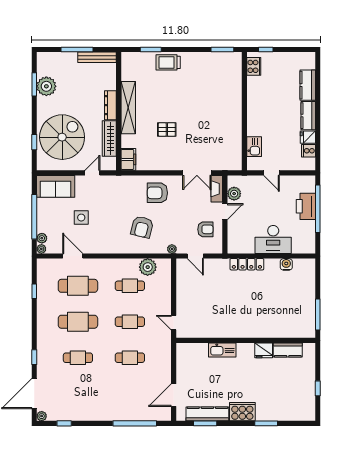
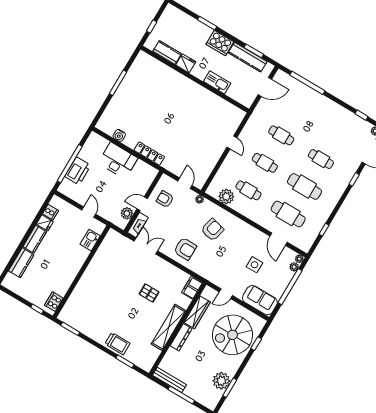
wall: (246, 340) -> (195, 79), moved
kitchen sink: (222, 350) -> (217, 82), moved
fridge: (264, 350) -> (186, 63), moved
kitchen counter: (288, 350) -> (167, 53), moved

